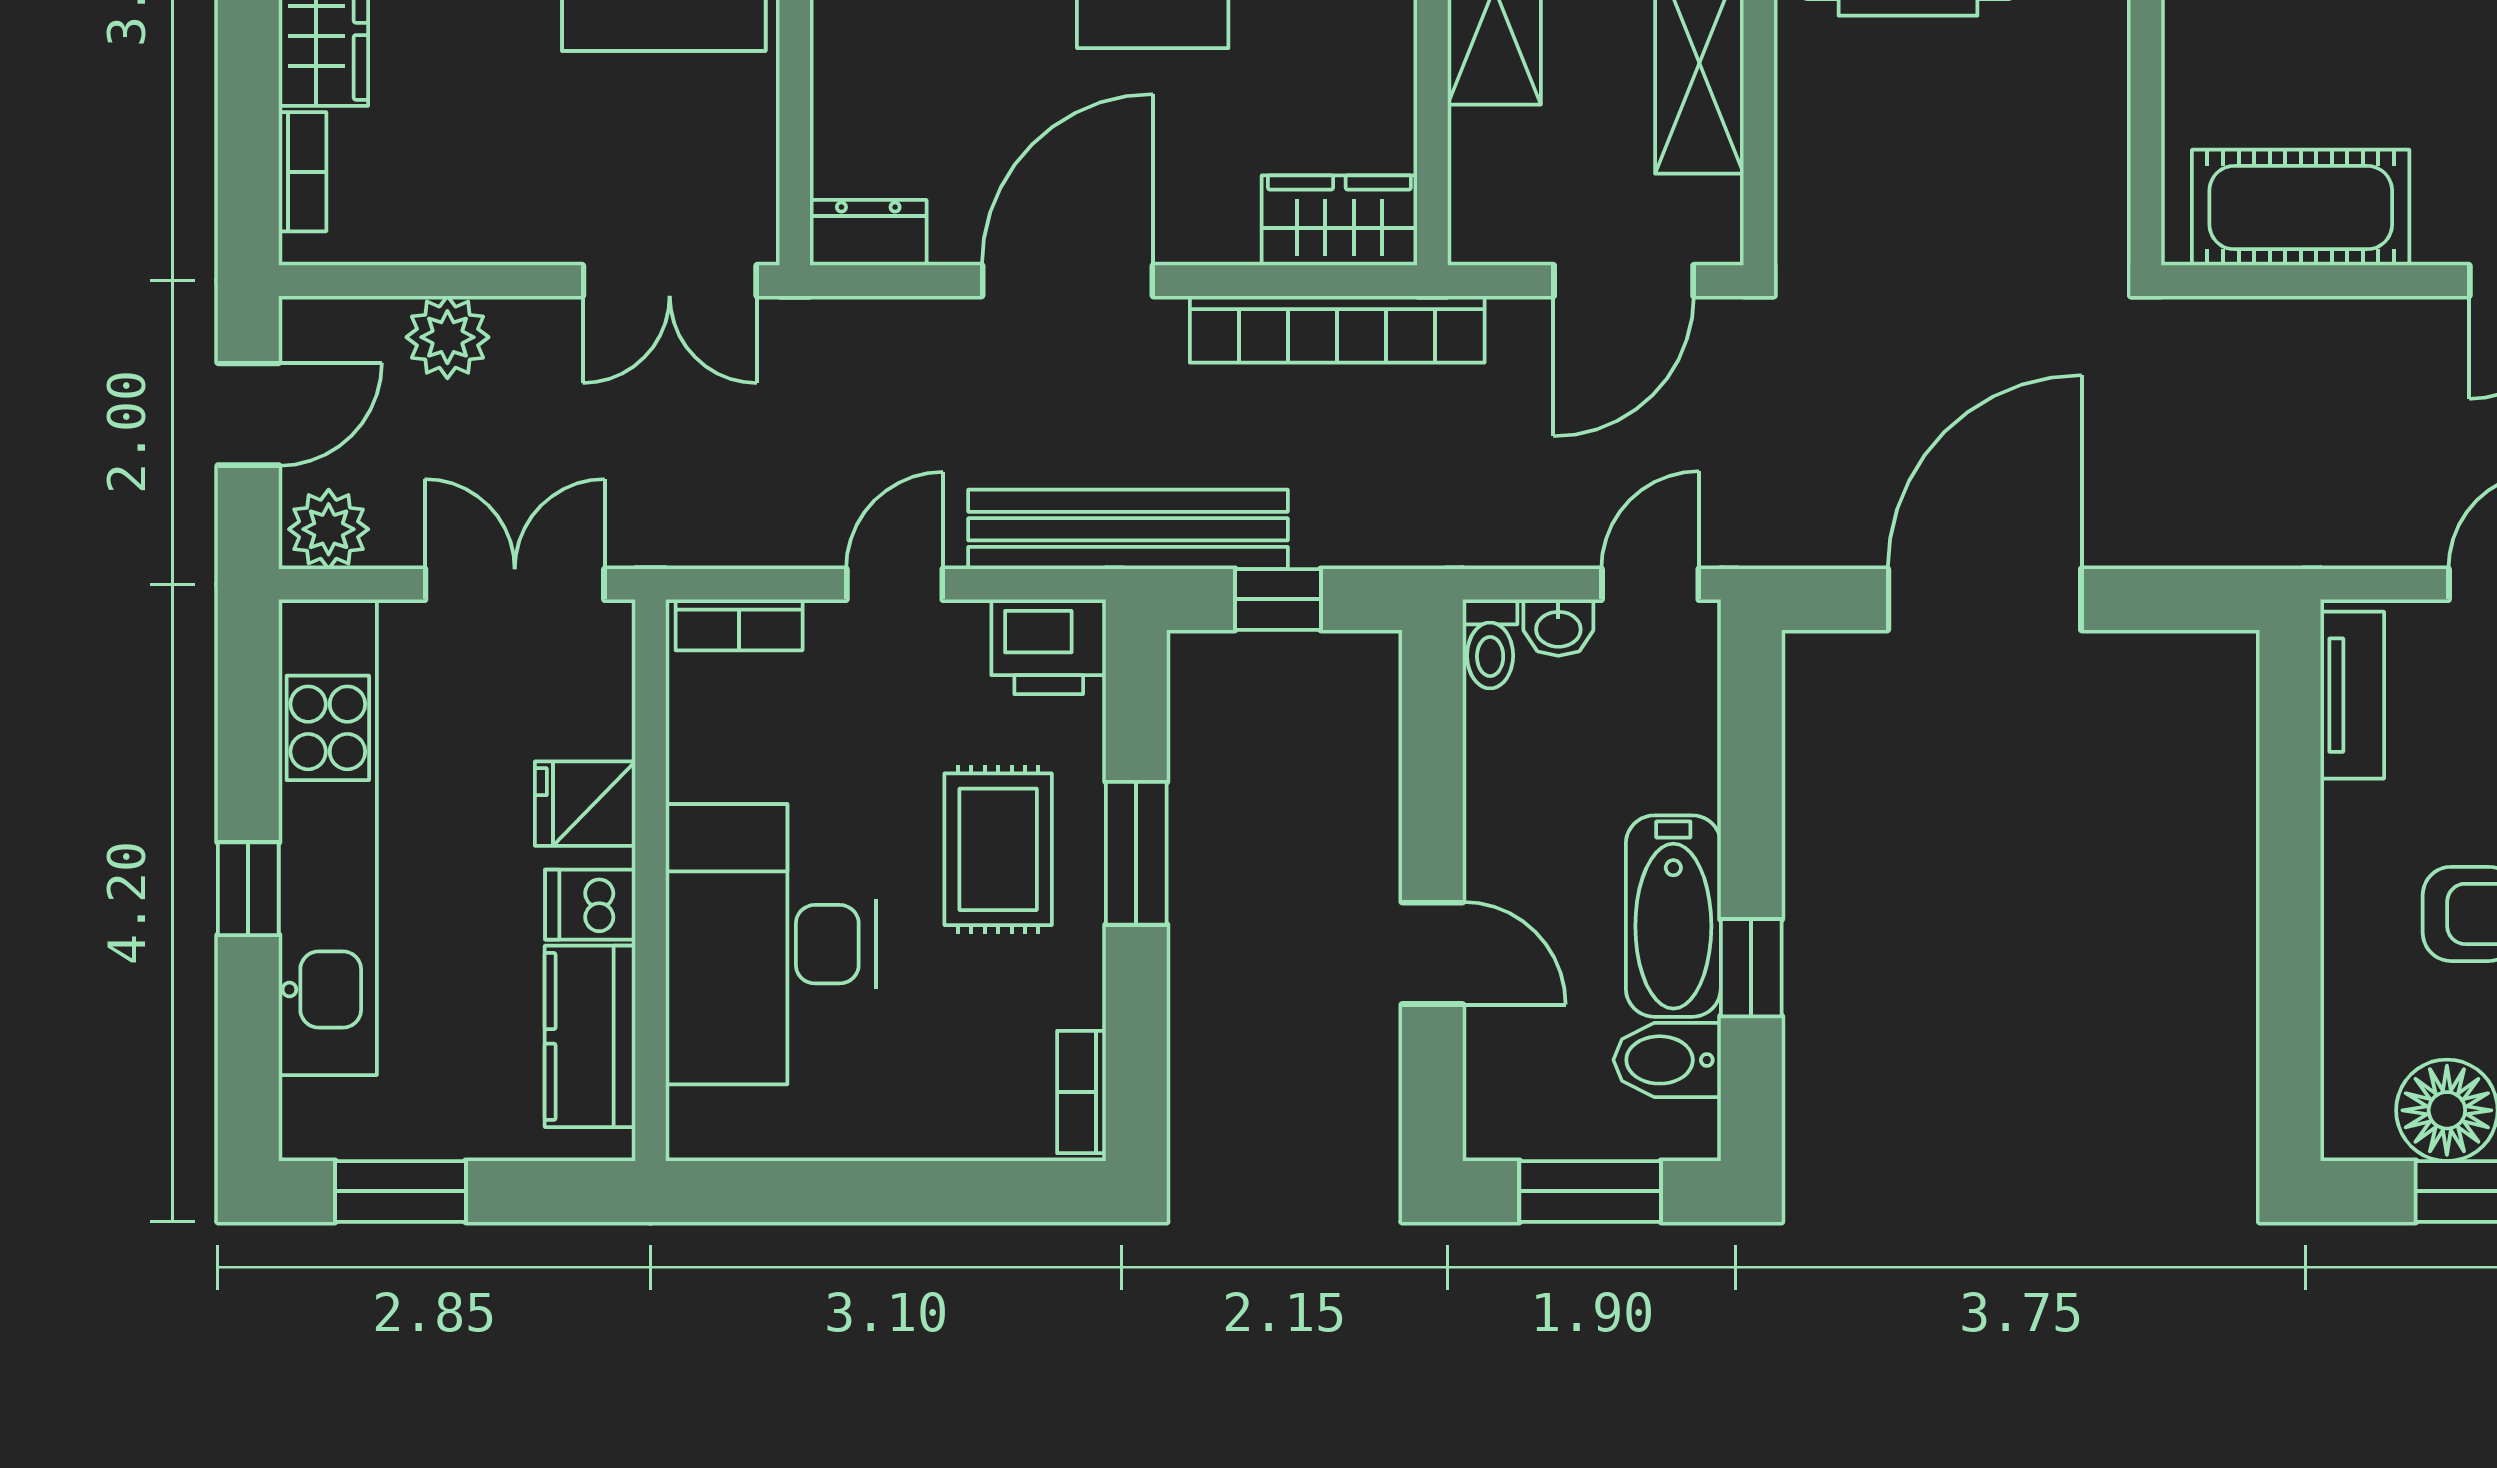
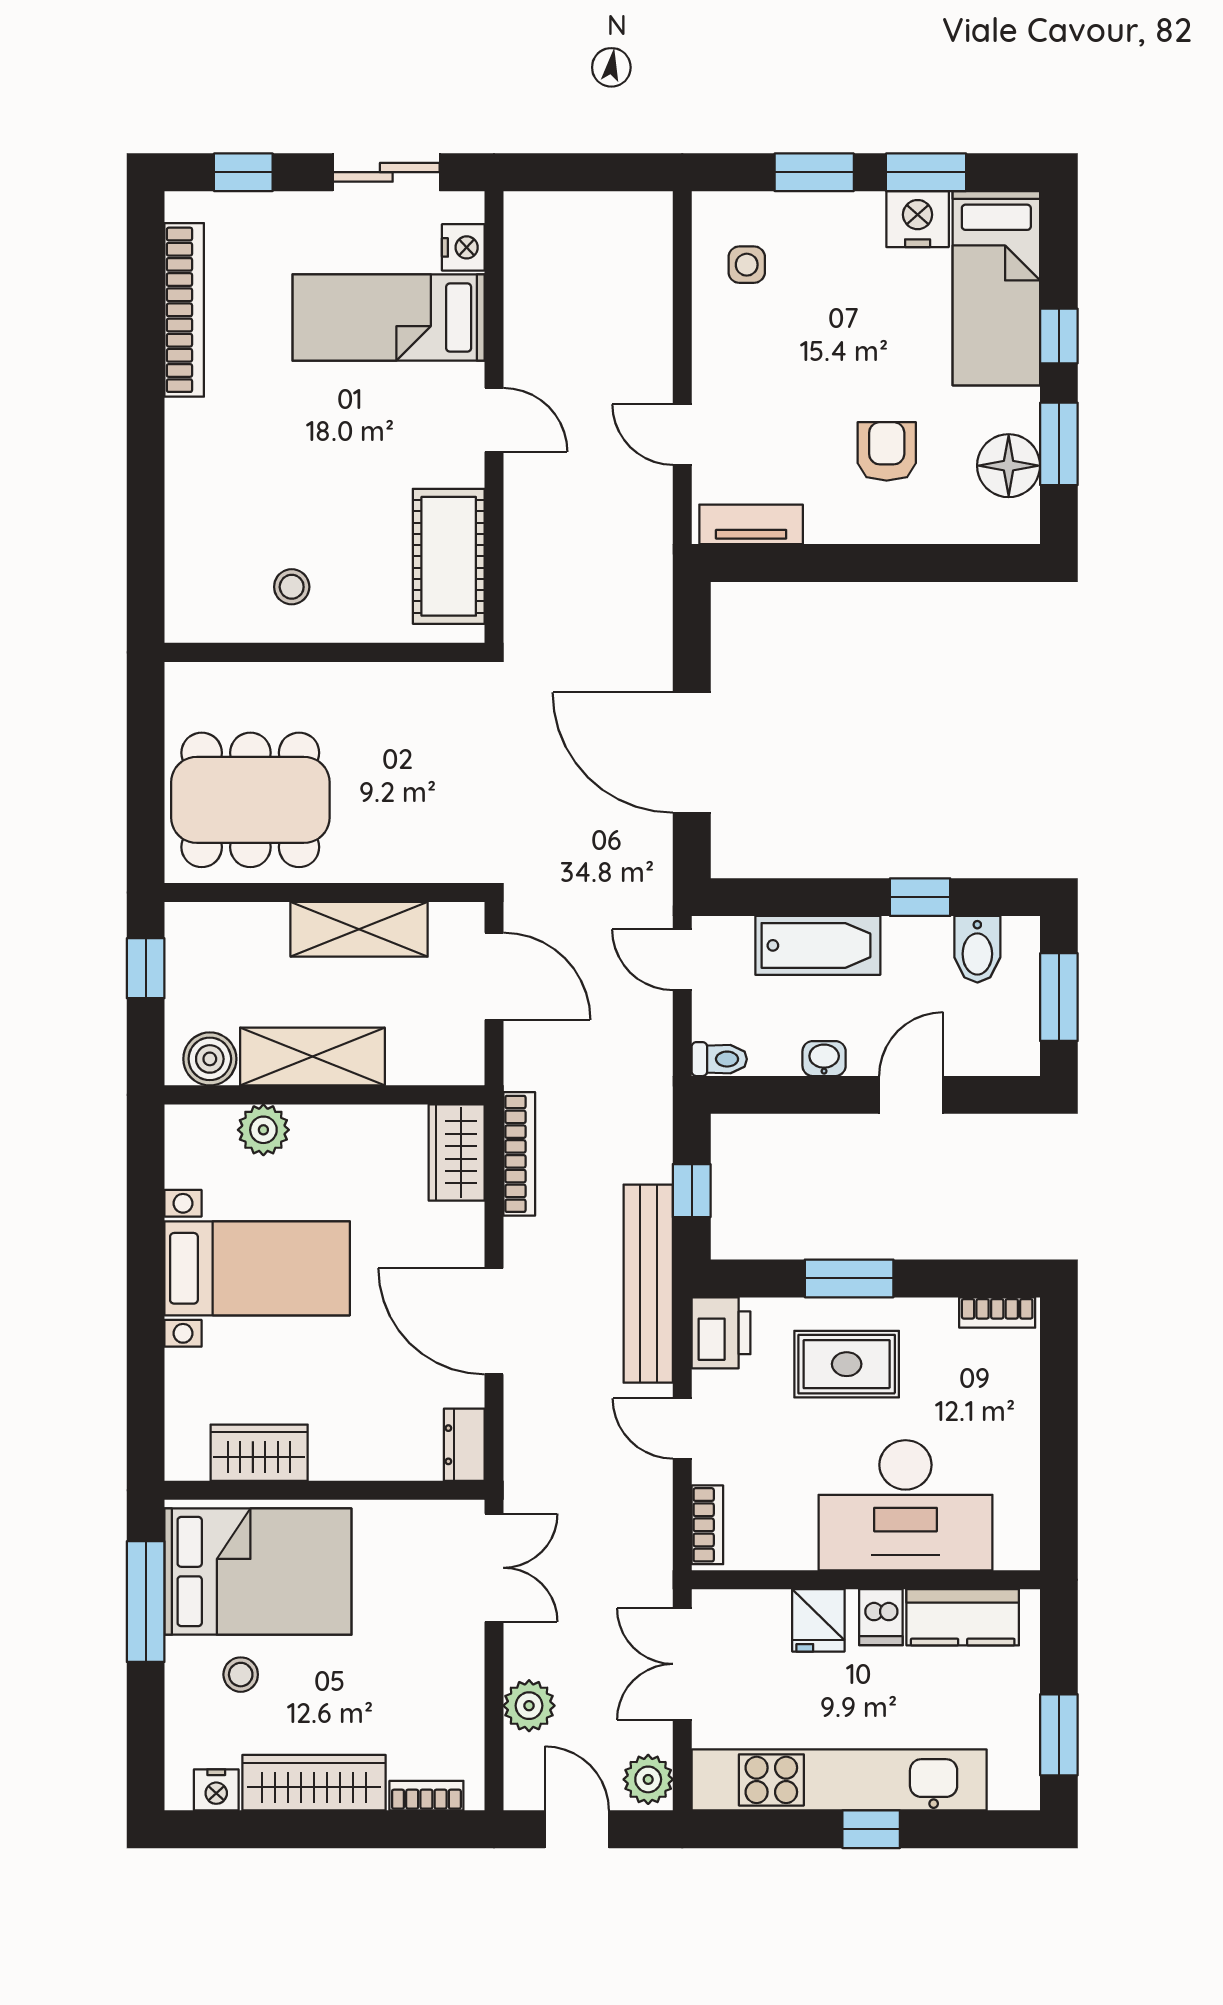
bookcase: (1337, 329) -> (519, 1154), width x0.68, depth x0.76
washbasin: (1558, 628) -> (824, 1059), moved, turned -90
bathtub: (1673, 916) -> (818, 945), moved

